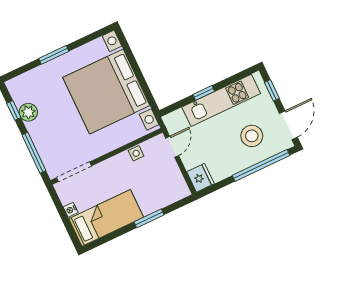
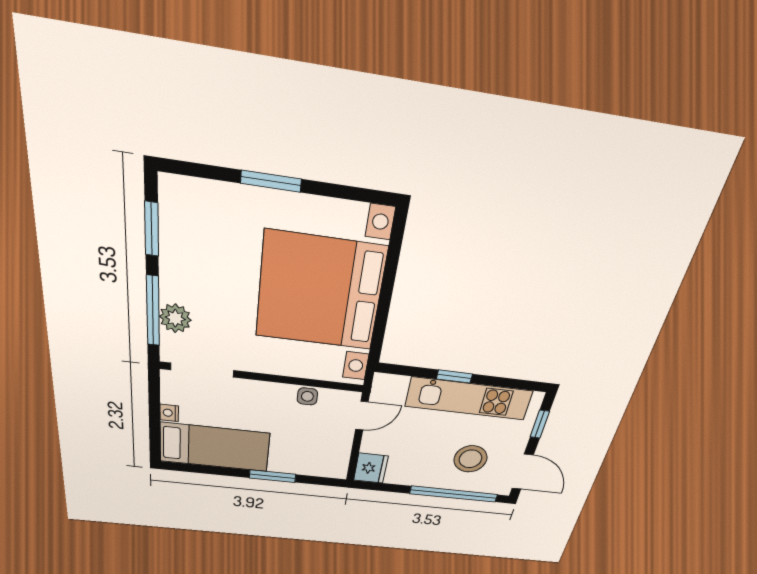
window: (14, 110) -> (152, 229), width x1.50
plant: (28, 112) -> (175, 318), moved
door: (288, 125) -> (523, 472), hinge flipped

